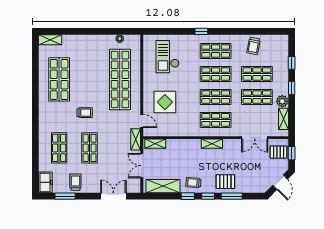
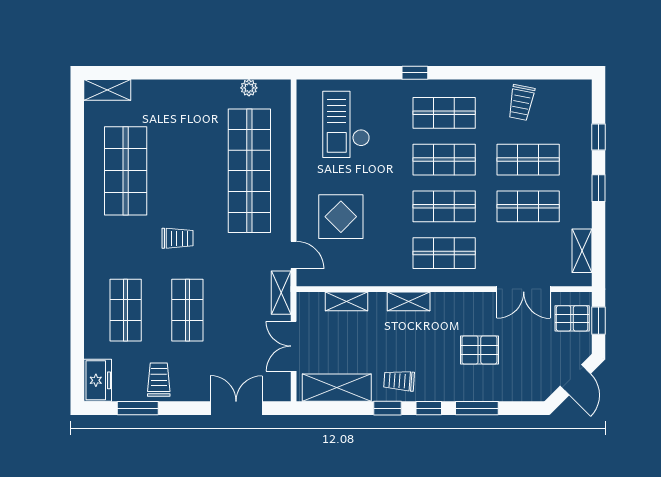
plant: (282, 101) -> (580, 215), removed
shelving: (155, 144) -> (346, 301), moved
shelving: (212, 144) -> (409, 301), moved
pallet: (225, 182) -> (479, 350), moved

